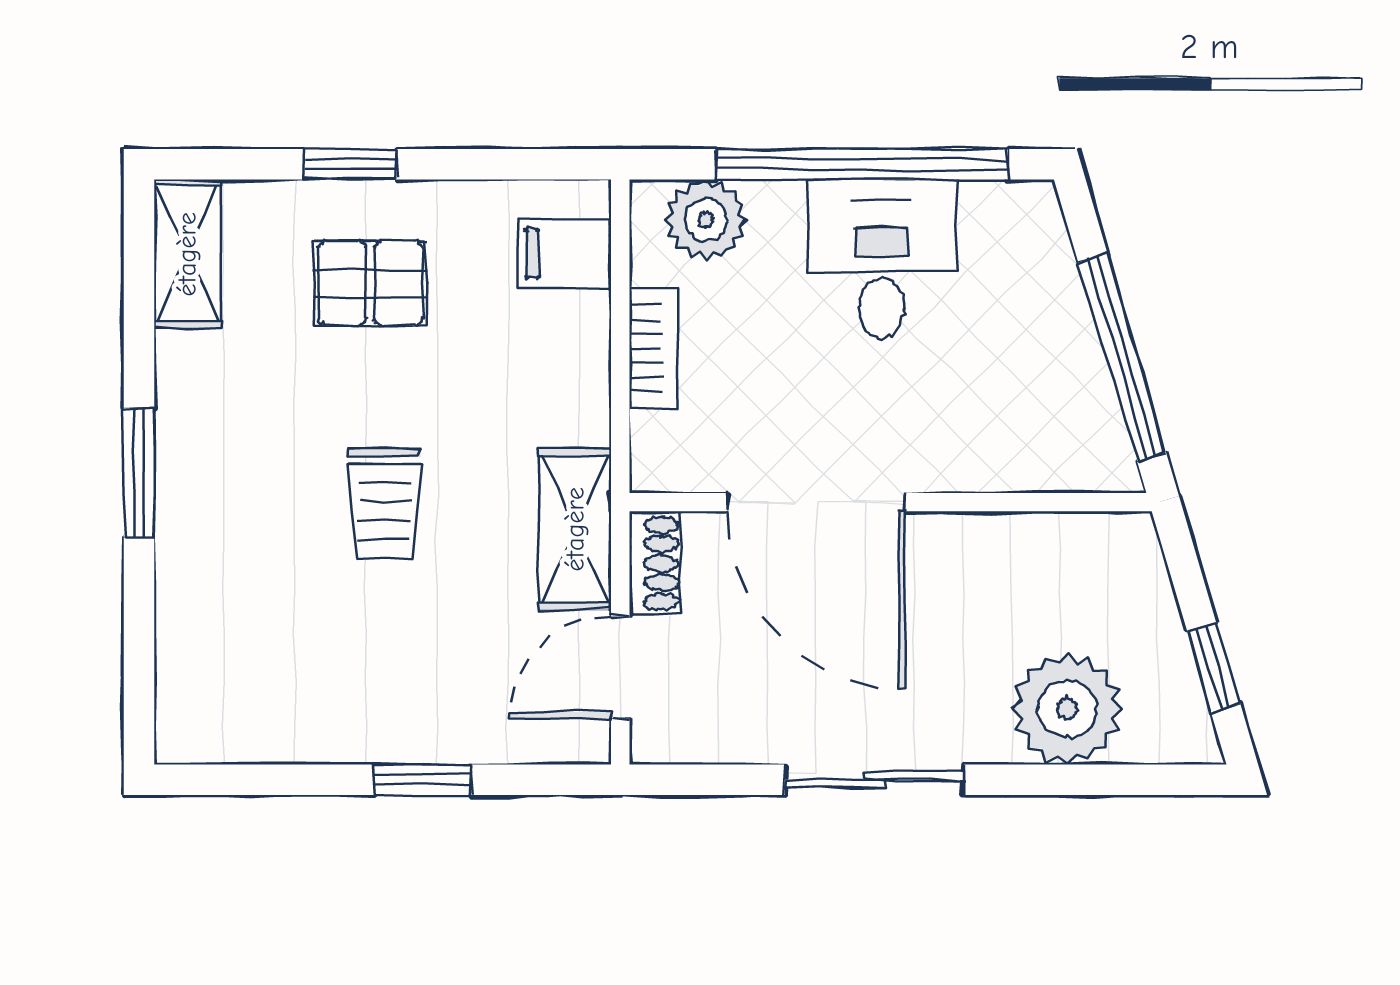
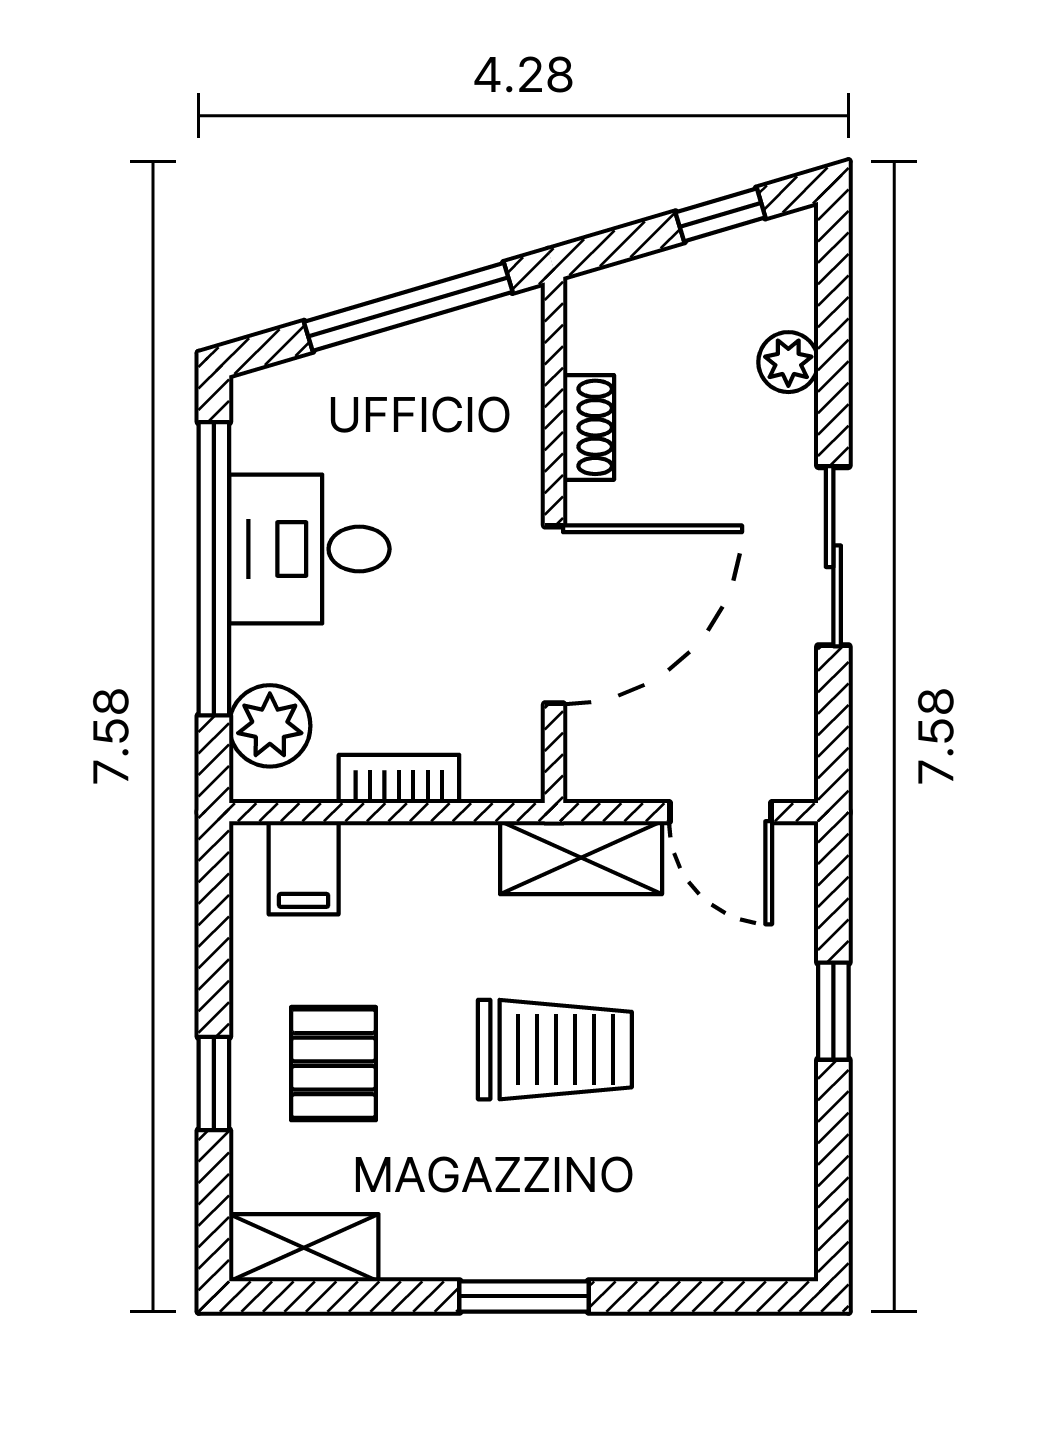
trolley: (384, 503) -> (555, 1050), width x1.36, depth x1.39
shoe rack: (655, 563) -> (589, 427), moved, turned 90
plant: (1067, 709) -> (788, 362), width x0.53, depth x0.53

